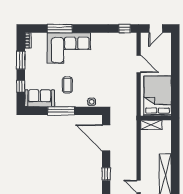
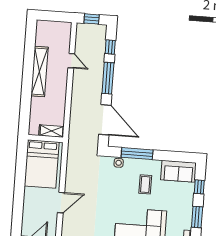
door: (139, 64) -> (61, 203), swing flipped
window: (61, 111) -> (137, 154), moved
window: (106, 174) -> (108, 78), width x2.17

